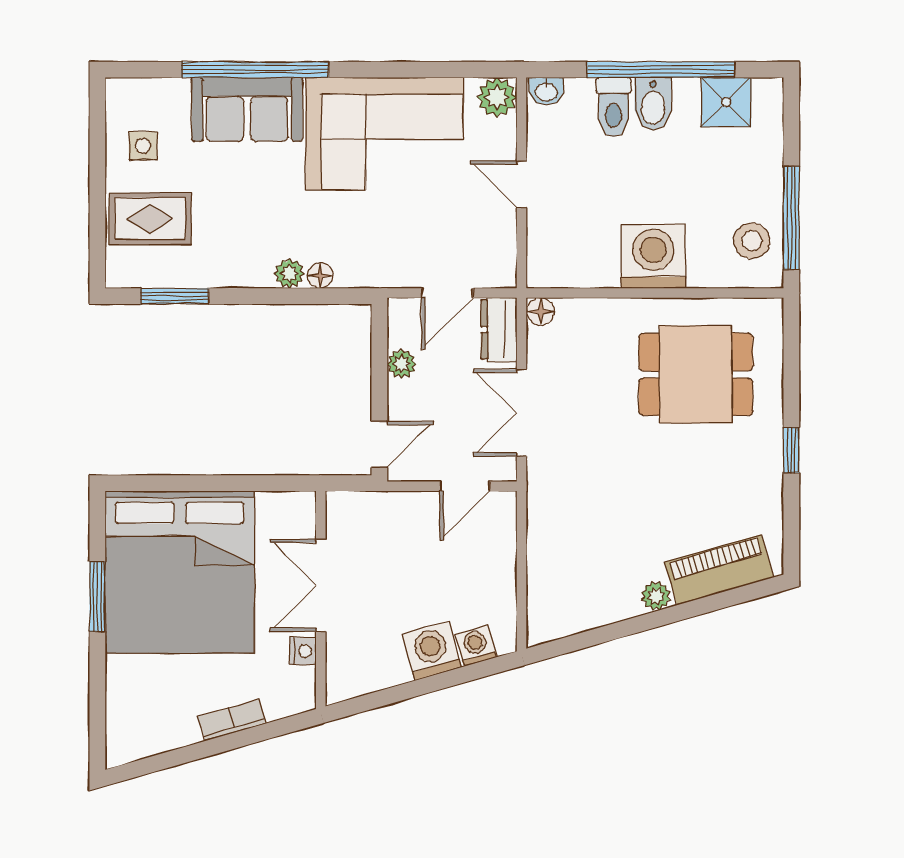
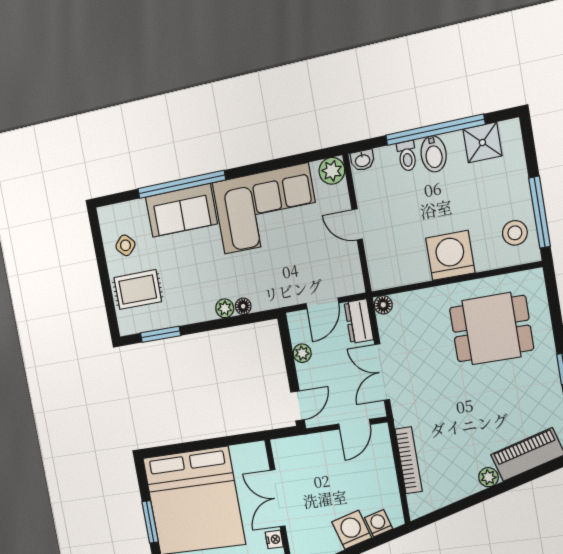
toilet: (614, 107) -> (407, 156), width x0.73, depth x0.72
side table: (143, 146) -> (125, 245), turned 45
bookcase: (539, 554) -> (409, 460), added

